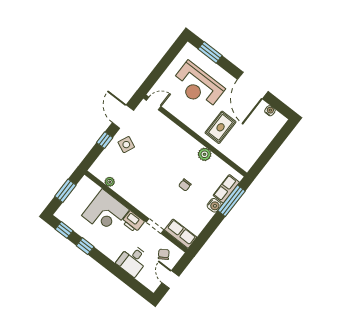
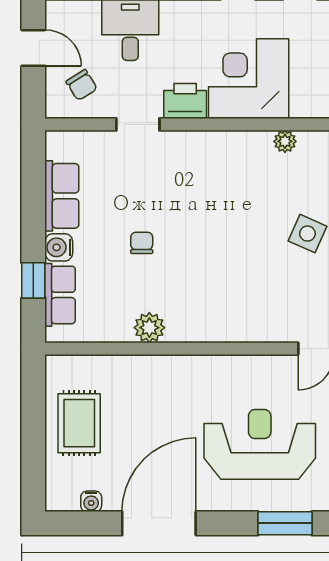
door: (253, 85) -> (159, 523), hinge flipped
rug: (221, 127) -> (79, 423), moved
window: (231, 201) -> (33, 280), width x0.46
row of seats: (181, 234) -> (62, 196), moved, turned -90

